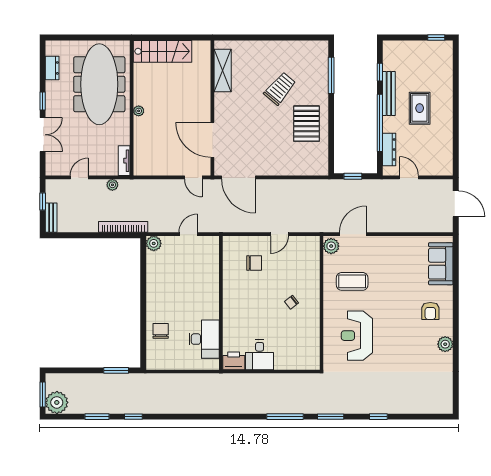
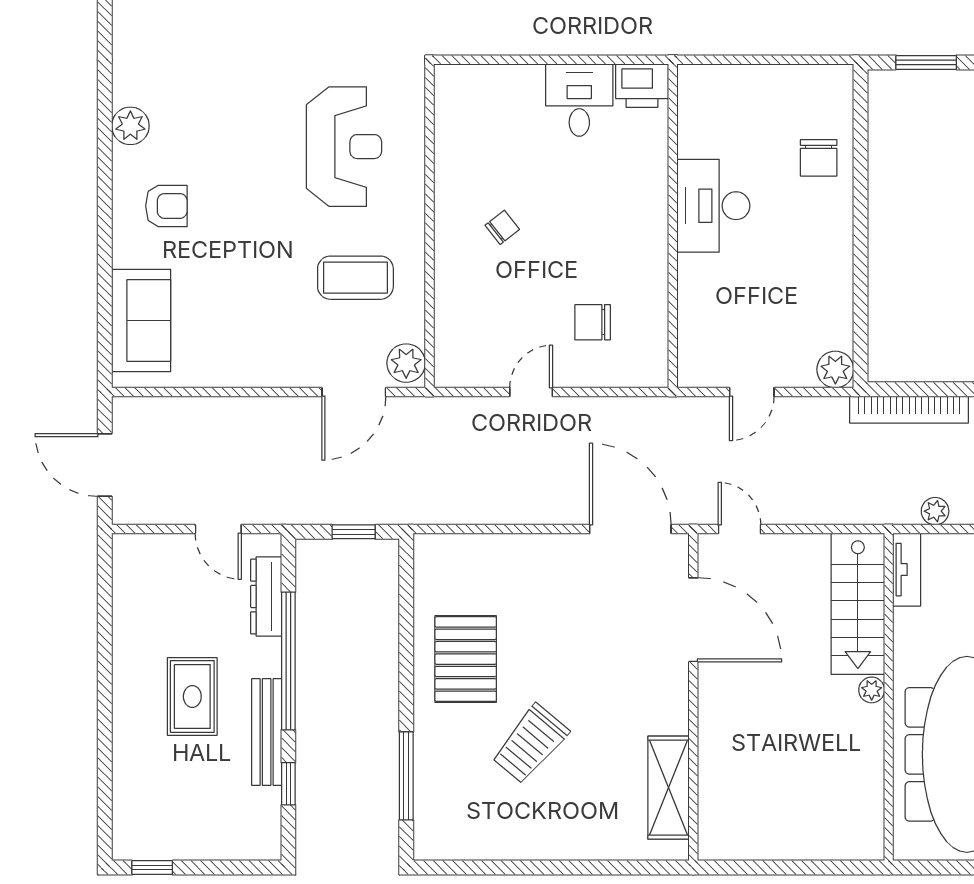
stairs: (163, 51) -> (858, 604), moved, turned -90
armchair: (430, 311) -> (166, 206), turned 90
desk: (204, 339) -> (713, 206), moved

